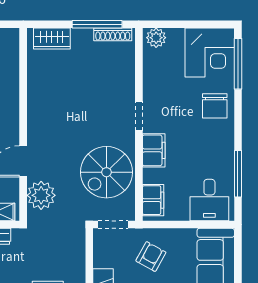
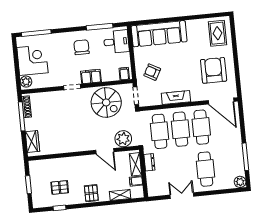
corner desk: (210, 53) -> (32, 60), moved
chair: (215, 106) -> (82, 47), moved, turned -90
filing cabinet: (153, 200) -> (124, 74), width x0.50
cafe table: (48, 259) -> (160, 131), added

